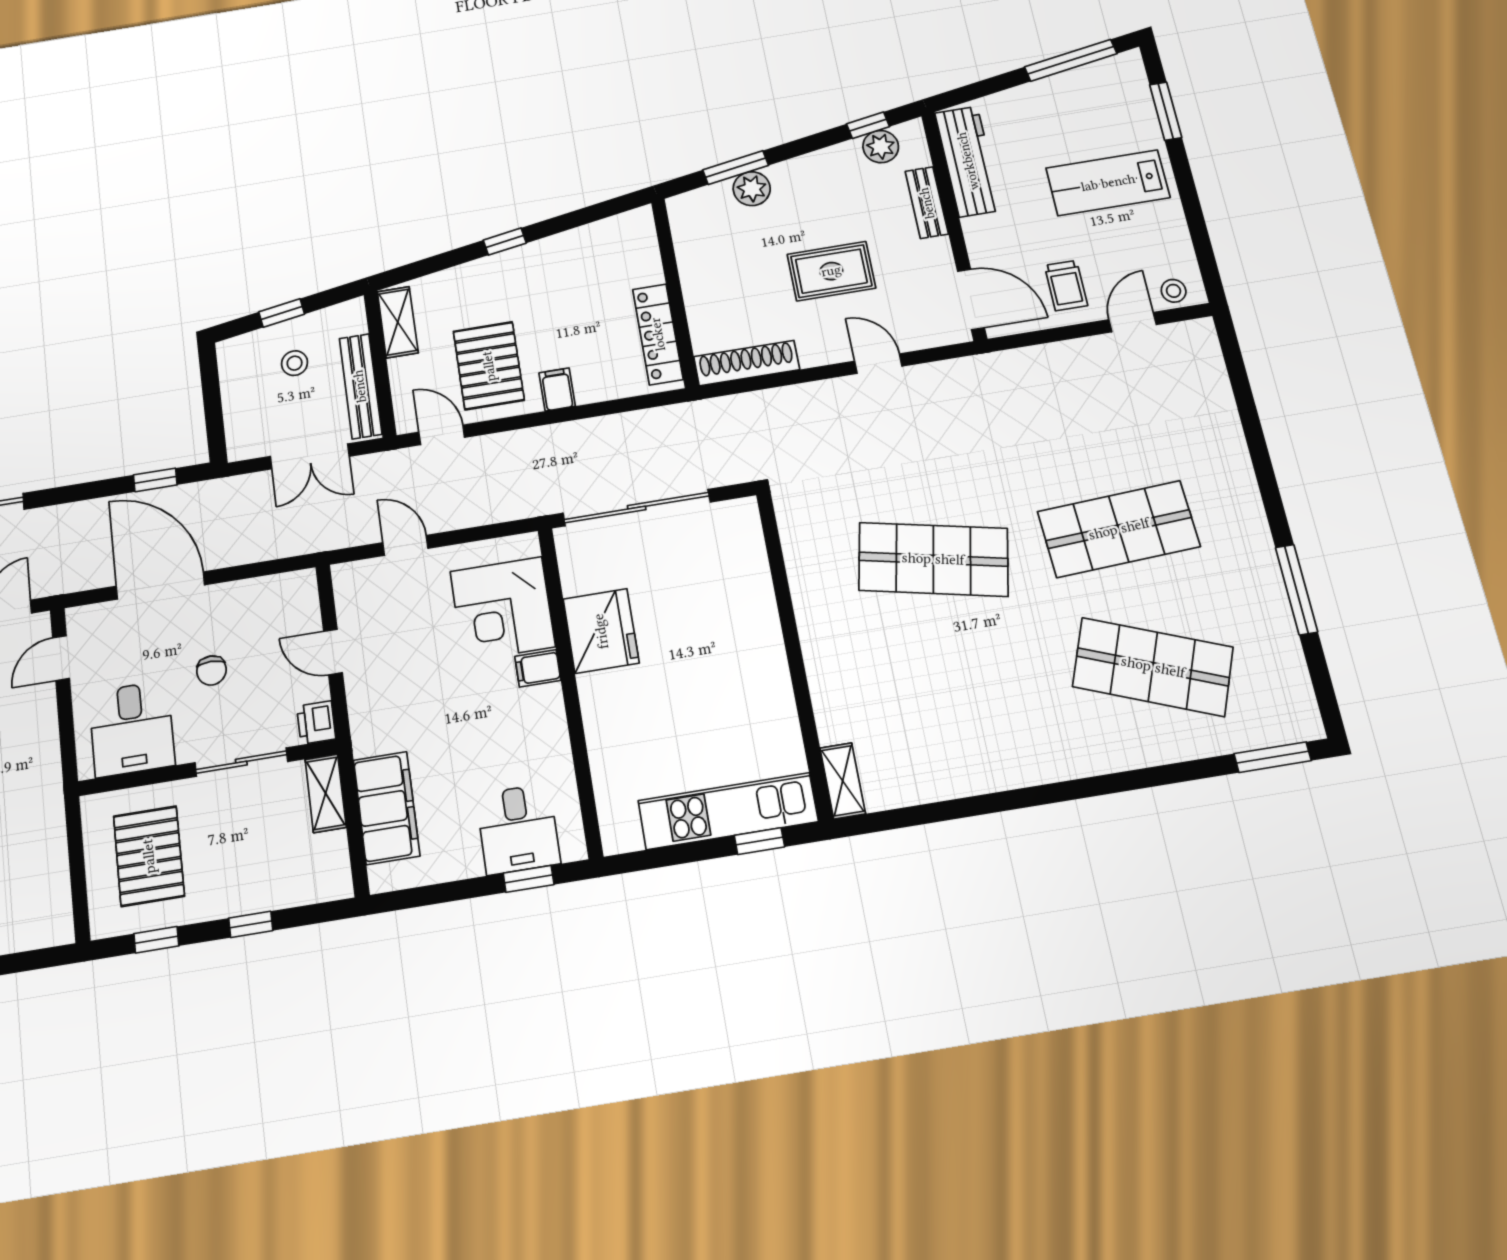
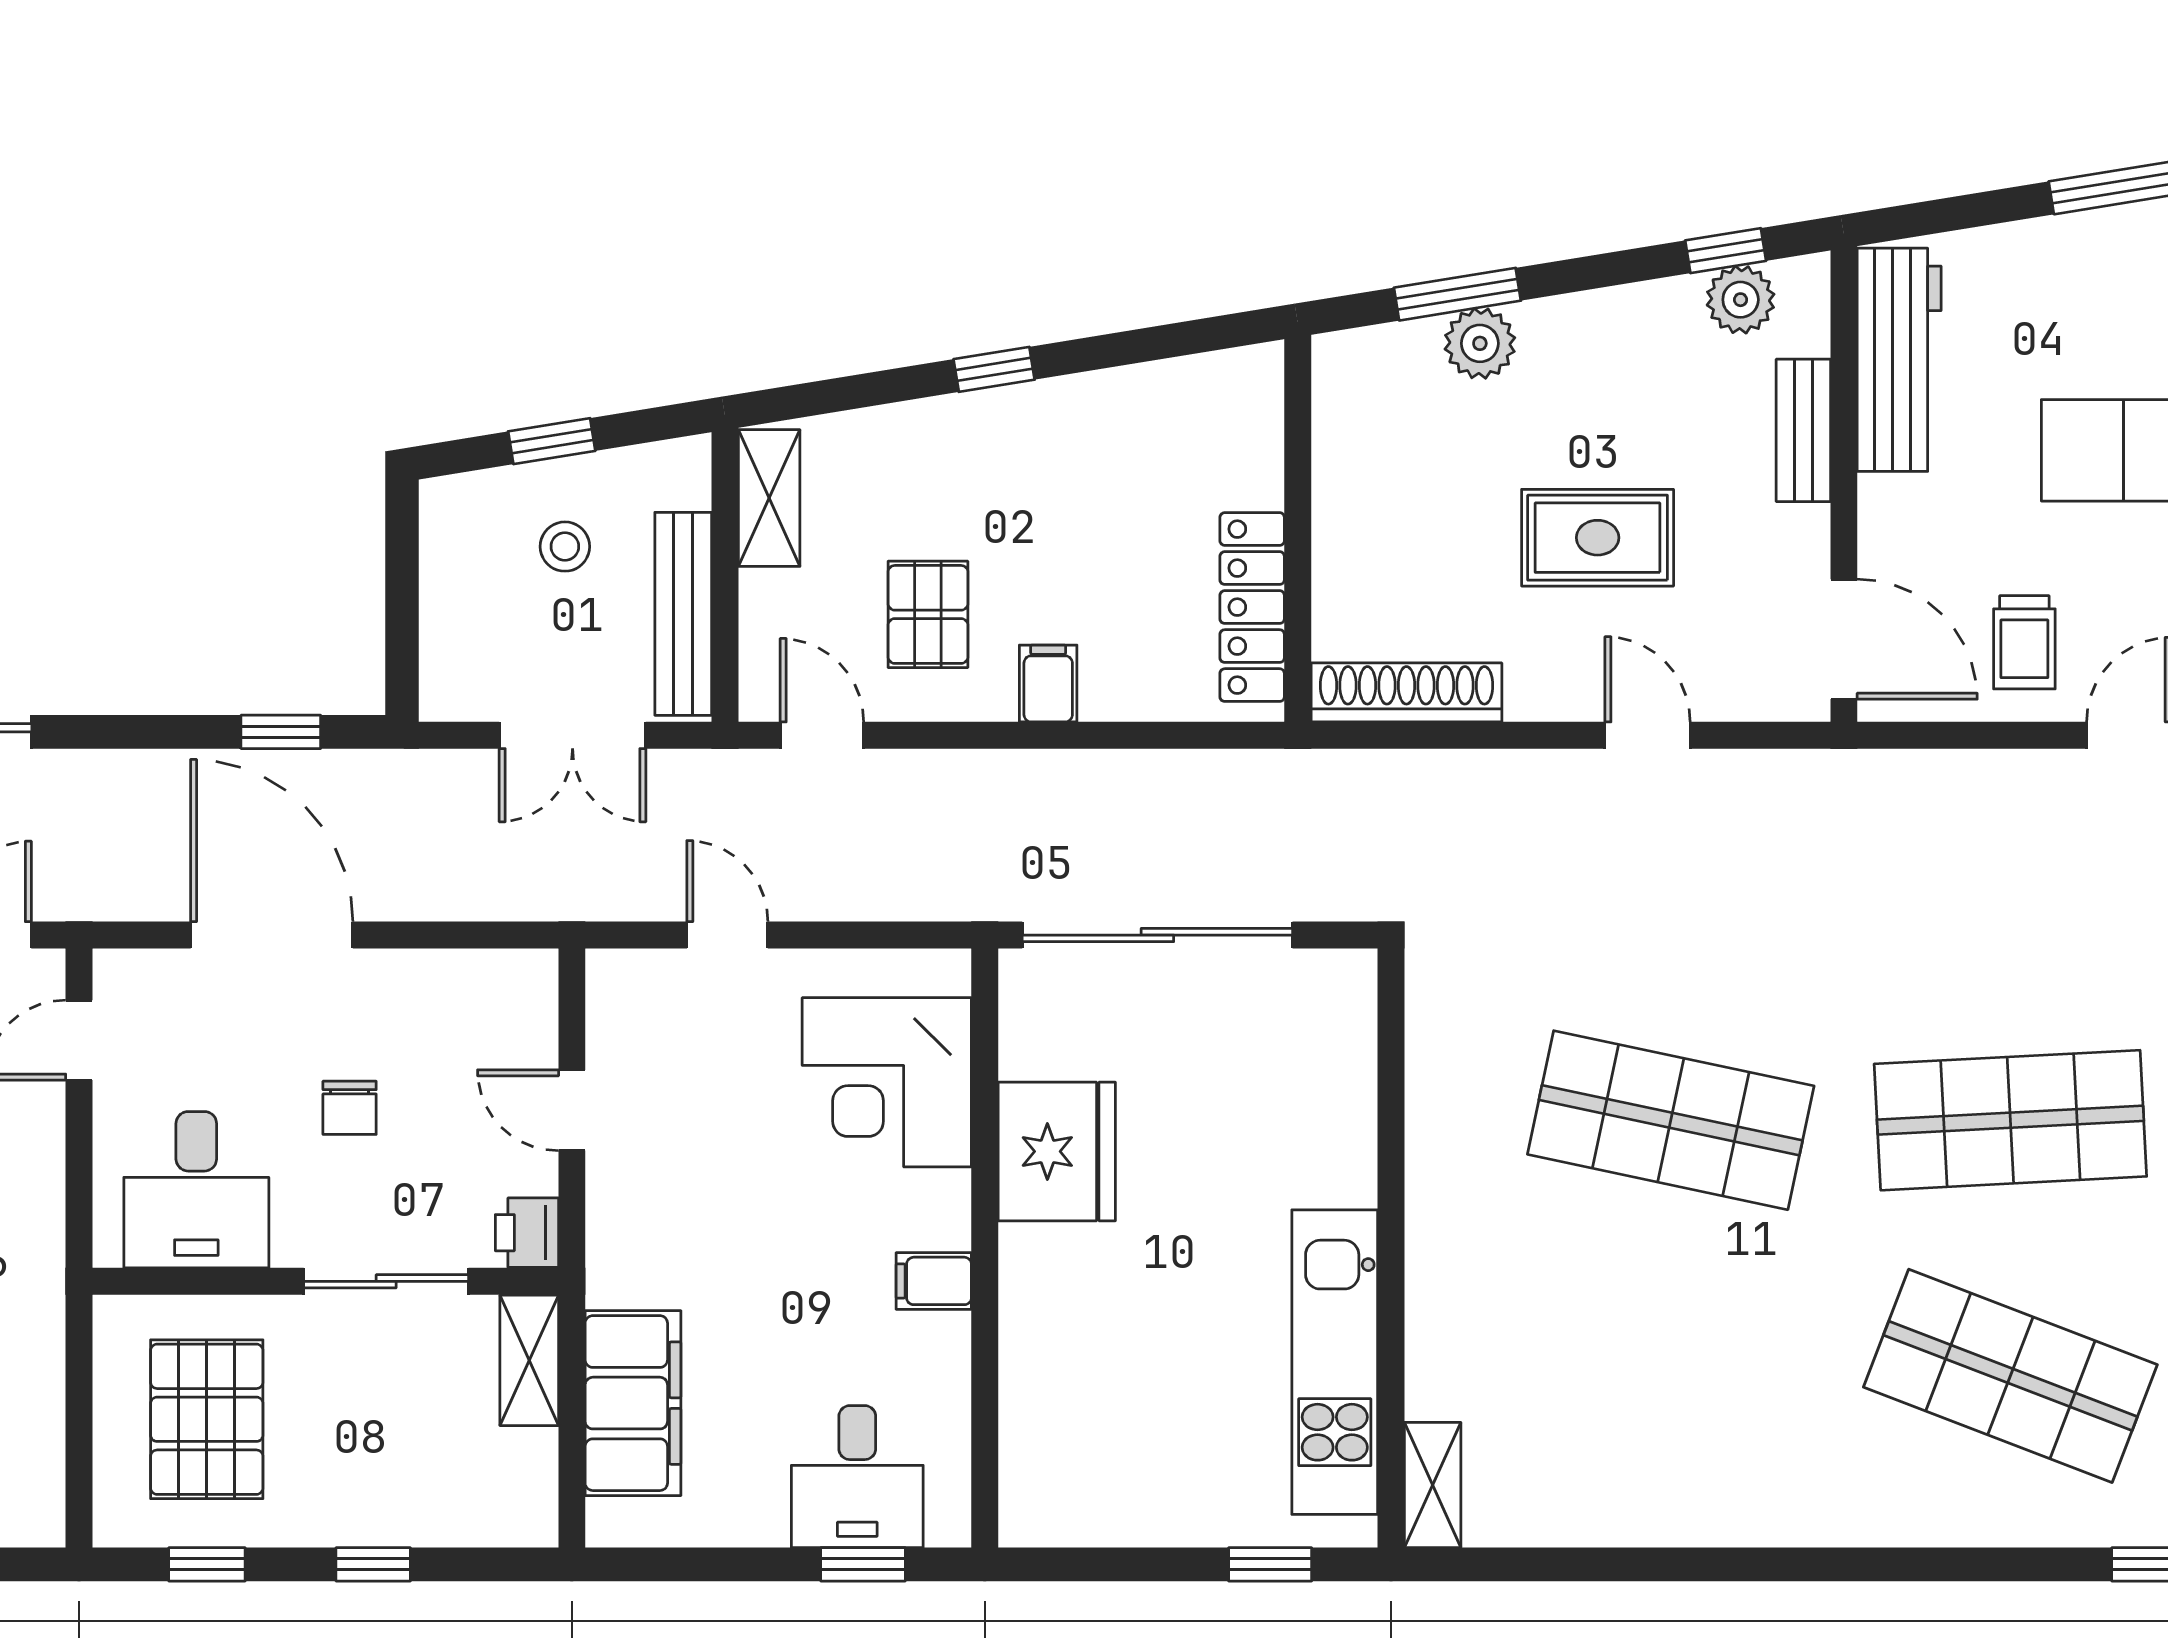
pallet: (489, 366) -> (928, 614), width x0.67, depth x0.71
filing cabinet: (538, 668) -> (934, 1281), moved
kitchen unit: (728, 811) -> (1335, 1362), moved, turned -90

